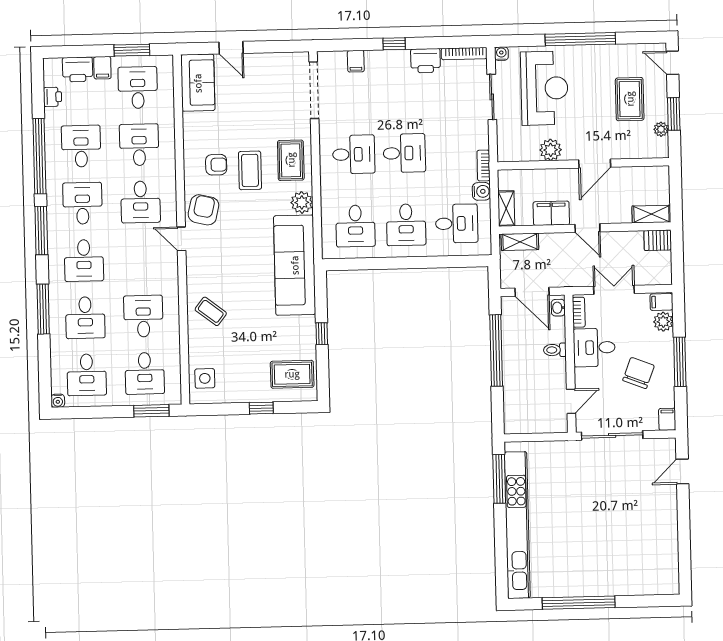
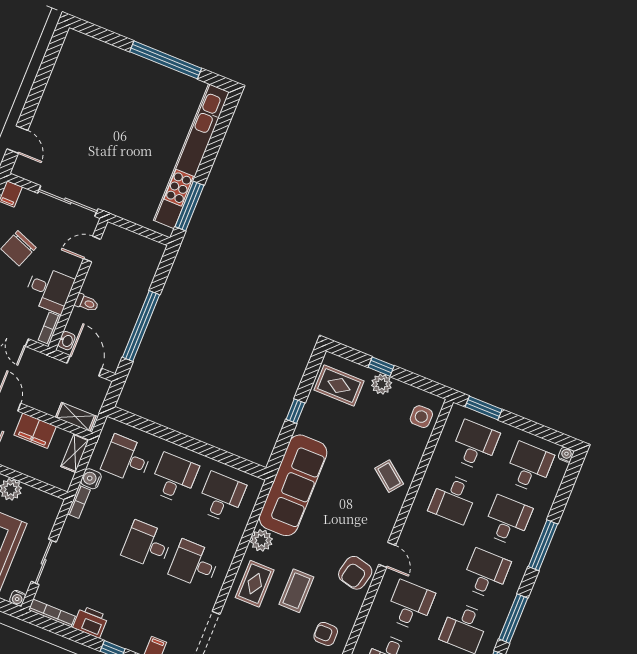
armchair: (216, 165) -> (326, 634), moved
plant: (254, 392) -> (382, 384), added
door: (682, 471) -> (17, 140), hinge flipped

